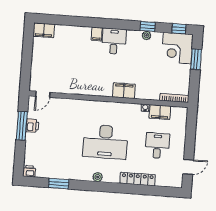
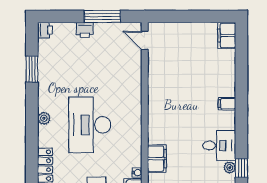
desk: (114, 41) -> (219, 145), moved
filing cabinet: (124, 91) -> (157, 159), moved
printer: (32, 126) -> (85, 30), moved

